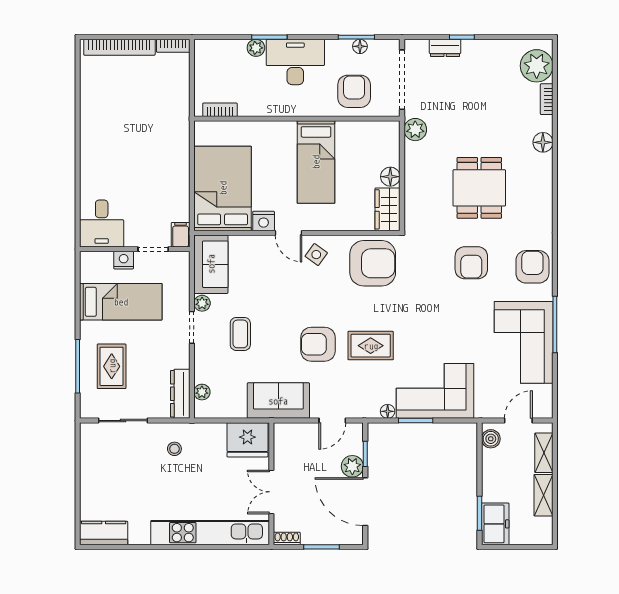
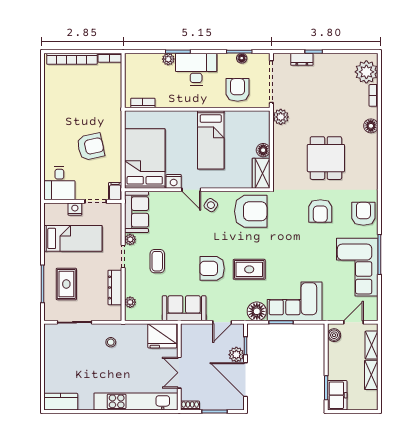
armchair: (146, 172) -> (91, 147), added
dresser: (180, 394) -> (115, 287), moved
floor lamp: (388, 411) -> (257, 311), width x1.89, depth x1.89

